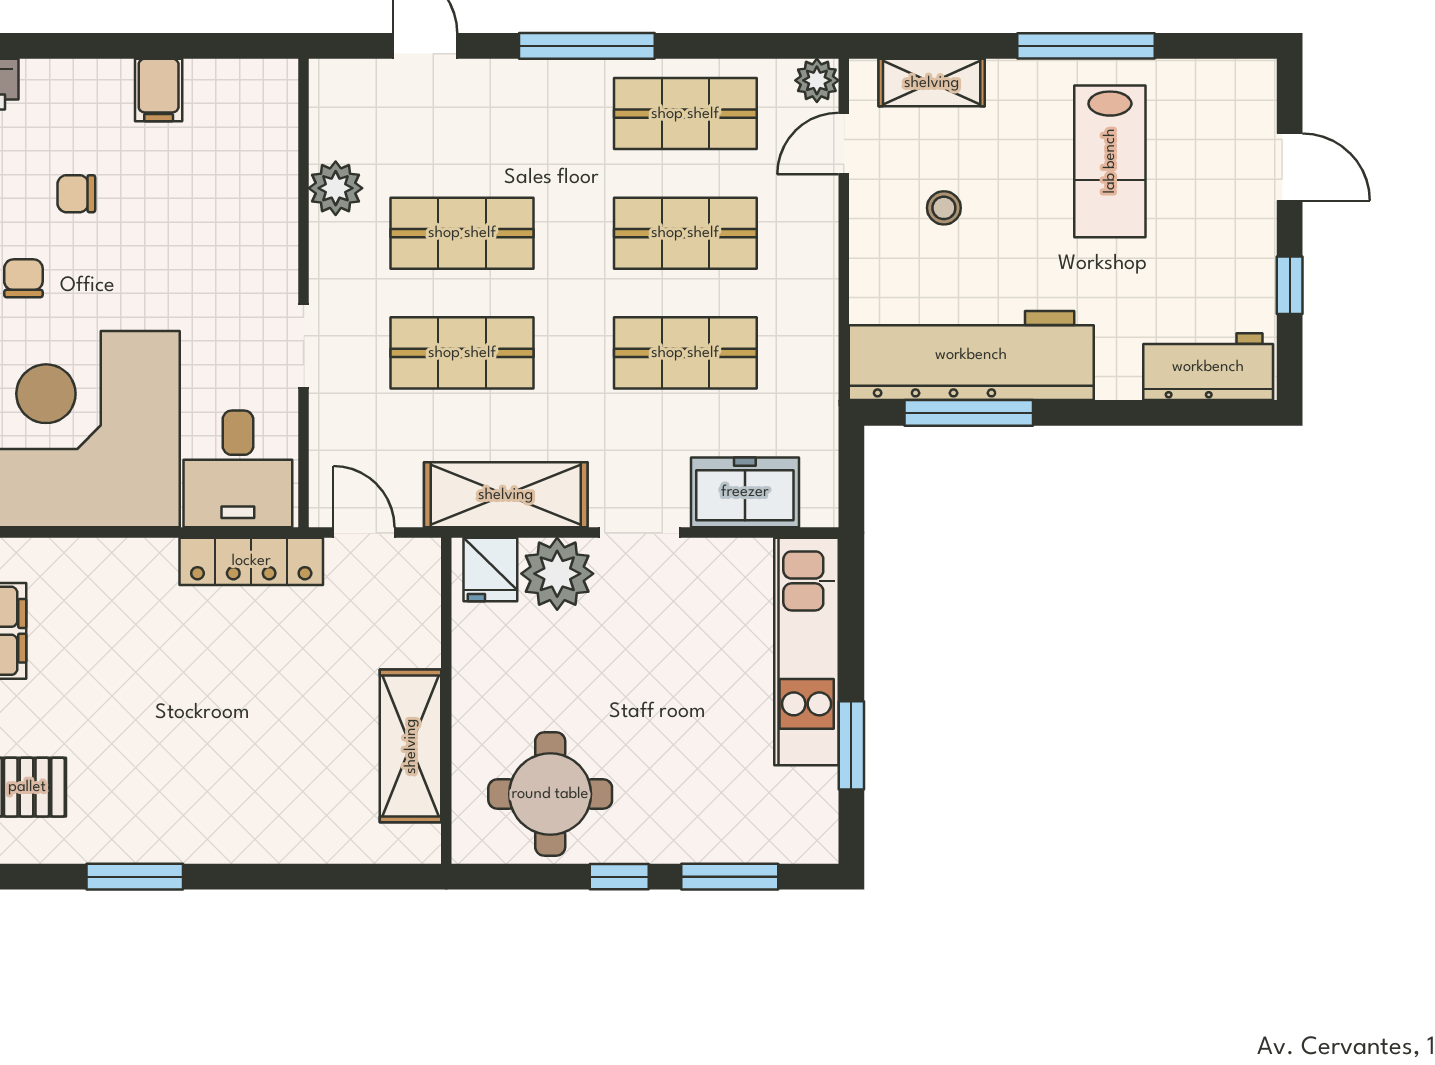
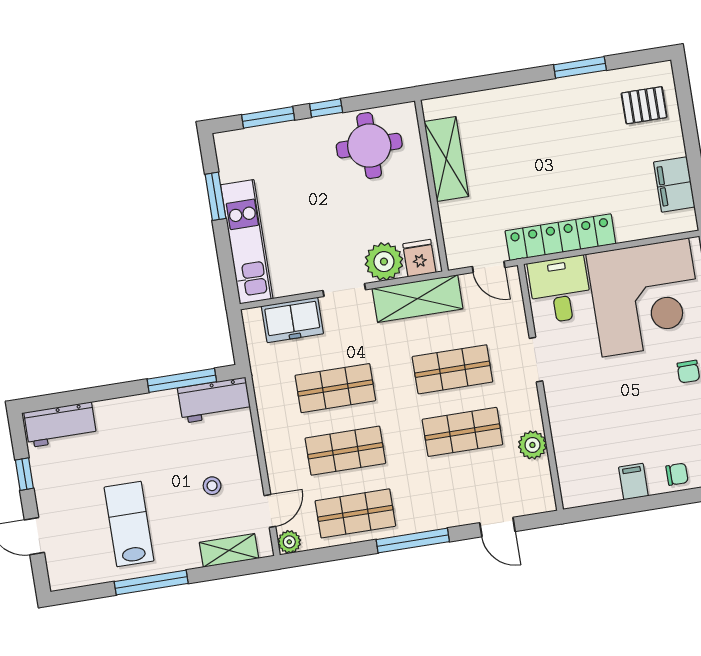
chair: (76, 194) -> (677, 474), moved
workbench: (971, 355) -> (214, 400), width x0.53, depth x0.76
locker: (251, 561) -> (560, 237), width x1.41, depth x1.21

